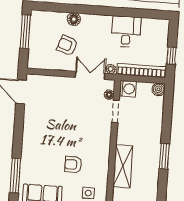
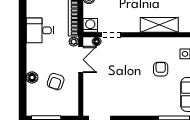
double door: (90, 75) -> (81, 60), swing flipped
armchair: (73, 164) -> (161, 69), turned 180

